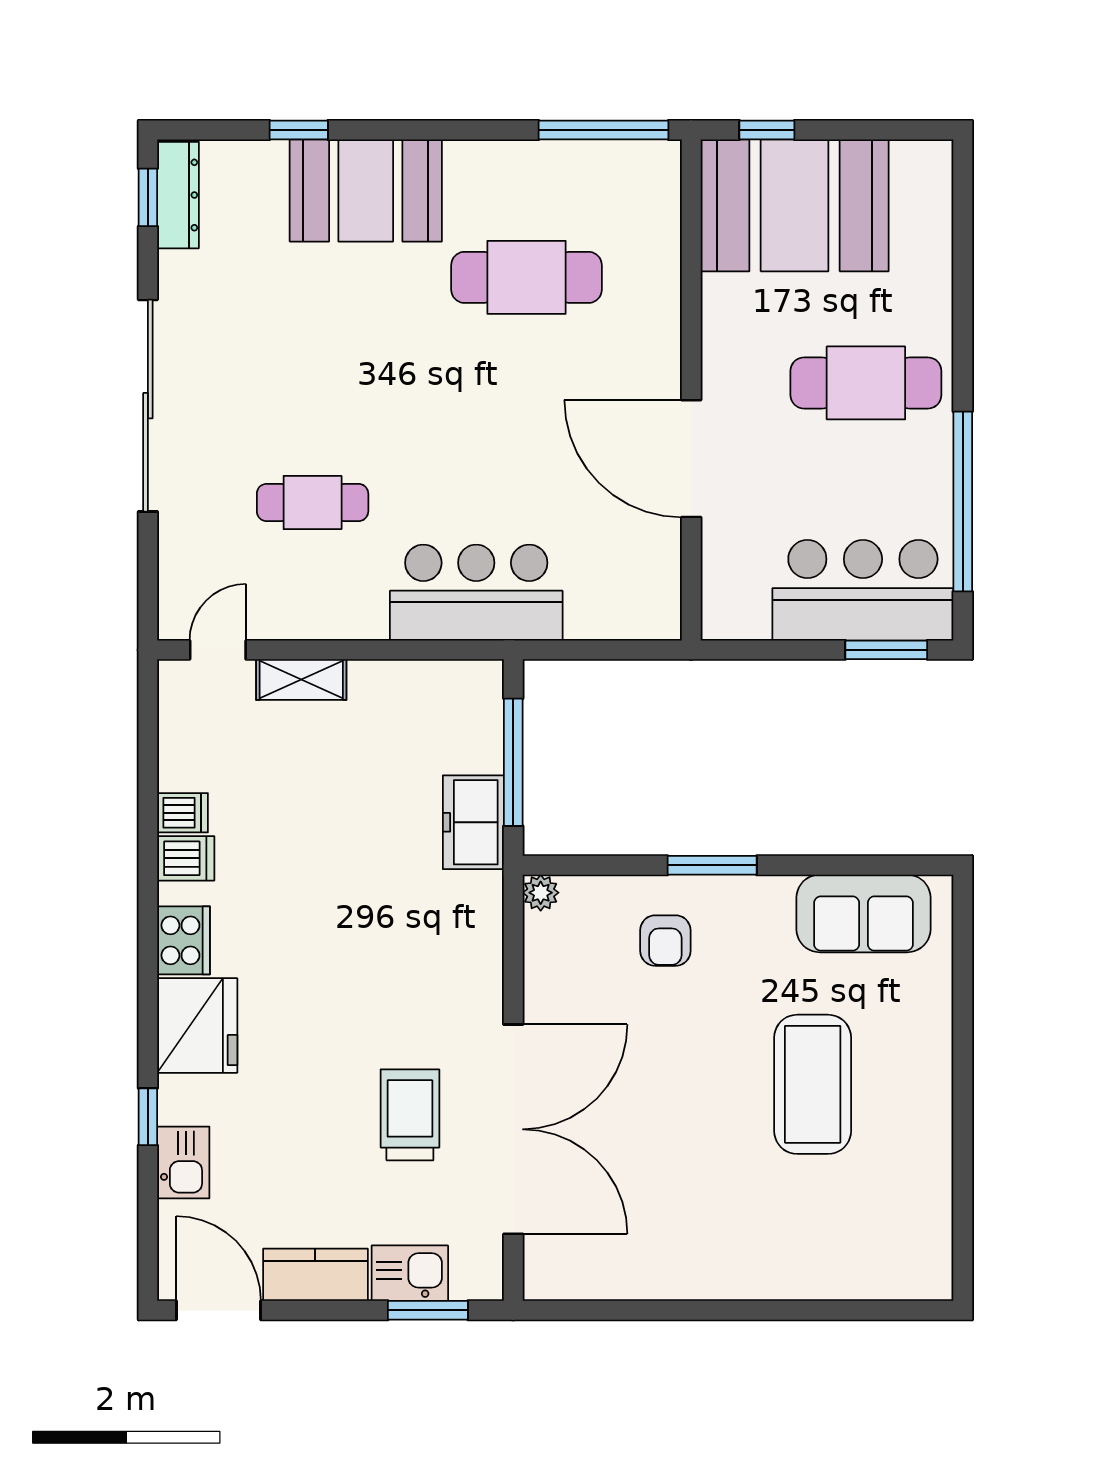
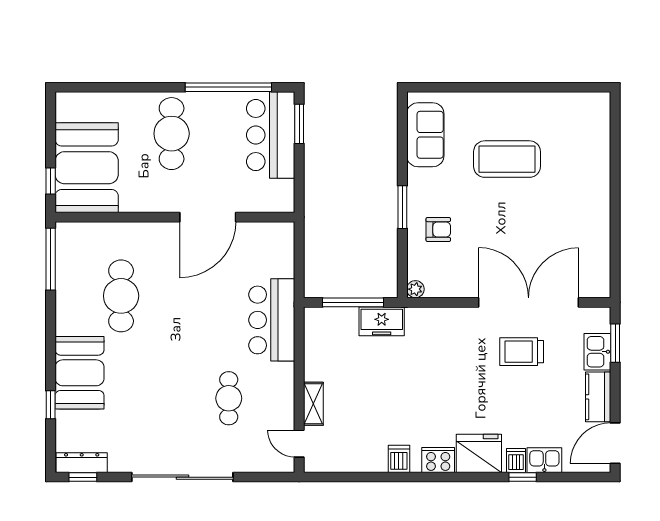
dishwasher: (183, 813) -> (516, 460), moved

